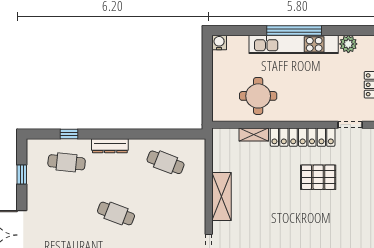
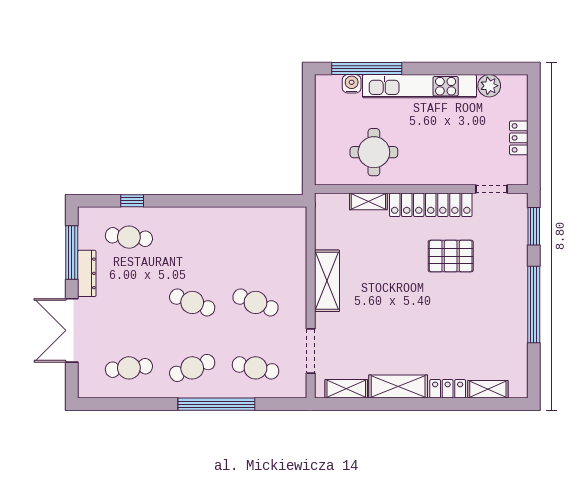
window: (294, 31) -> (367, 69), moved
water cooler: (219, 42) -> (352, 84), moved
dresser: (110, 146) -> (87, 273), moved, turned -90
cafe table: (166, 162) -> (256, 302), moved
window: (22, 174) -> (72, 253), width x2.17

